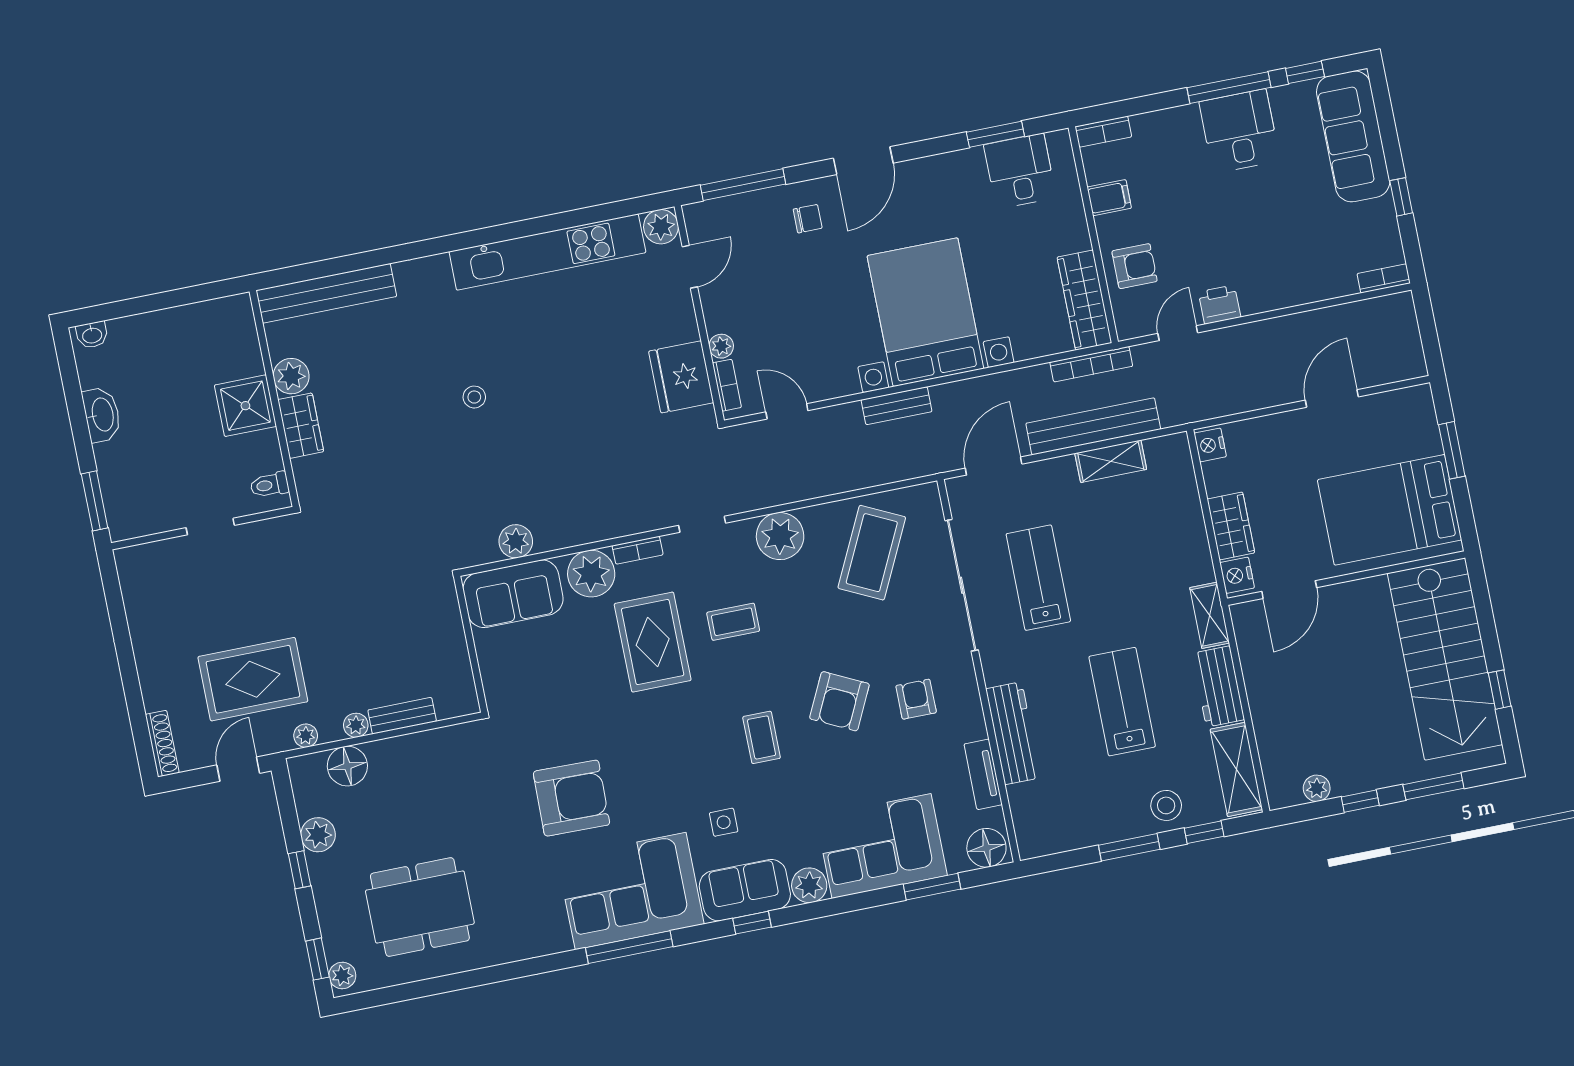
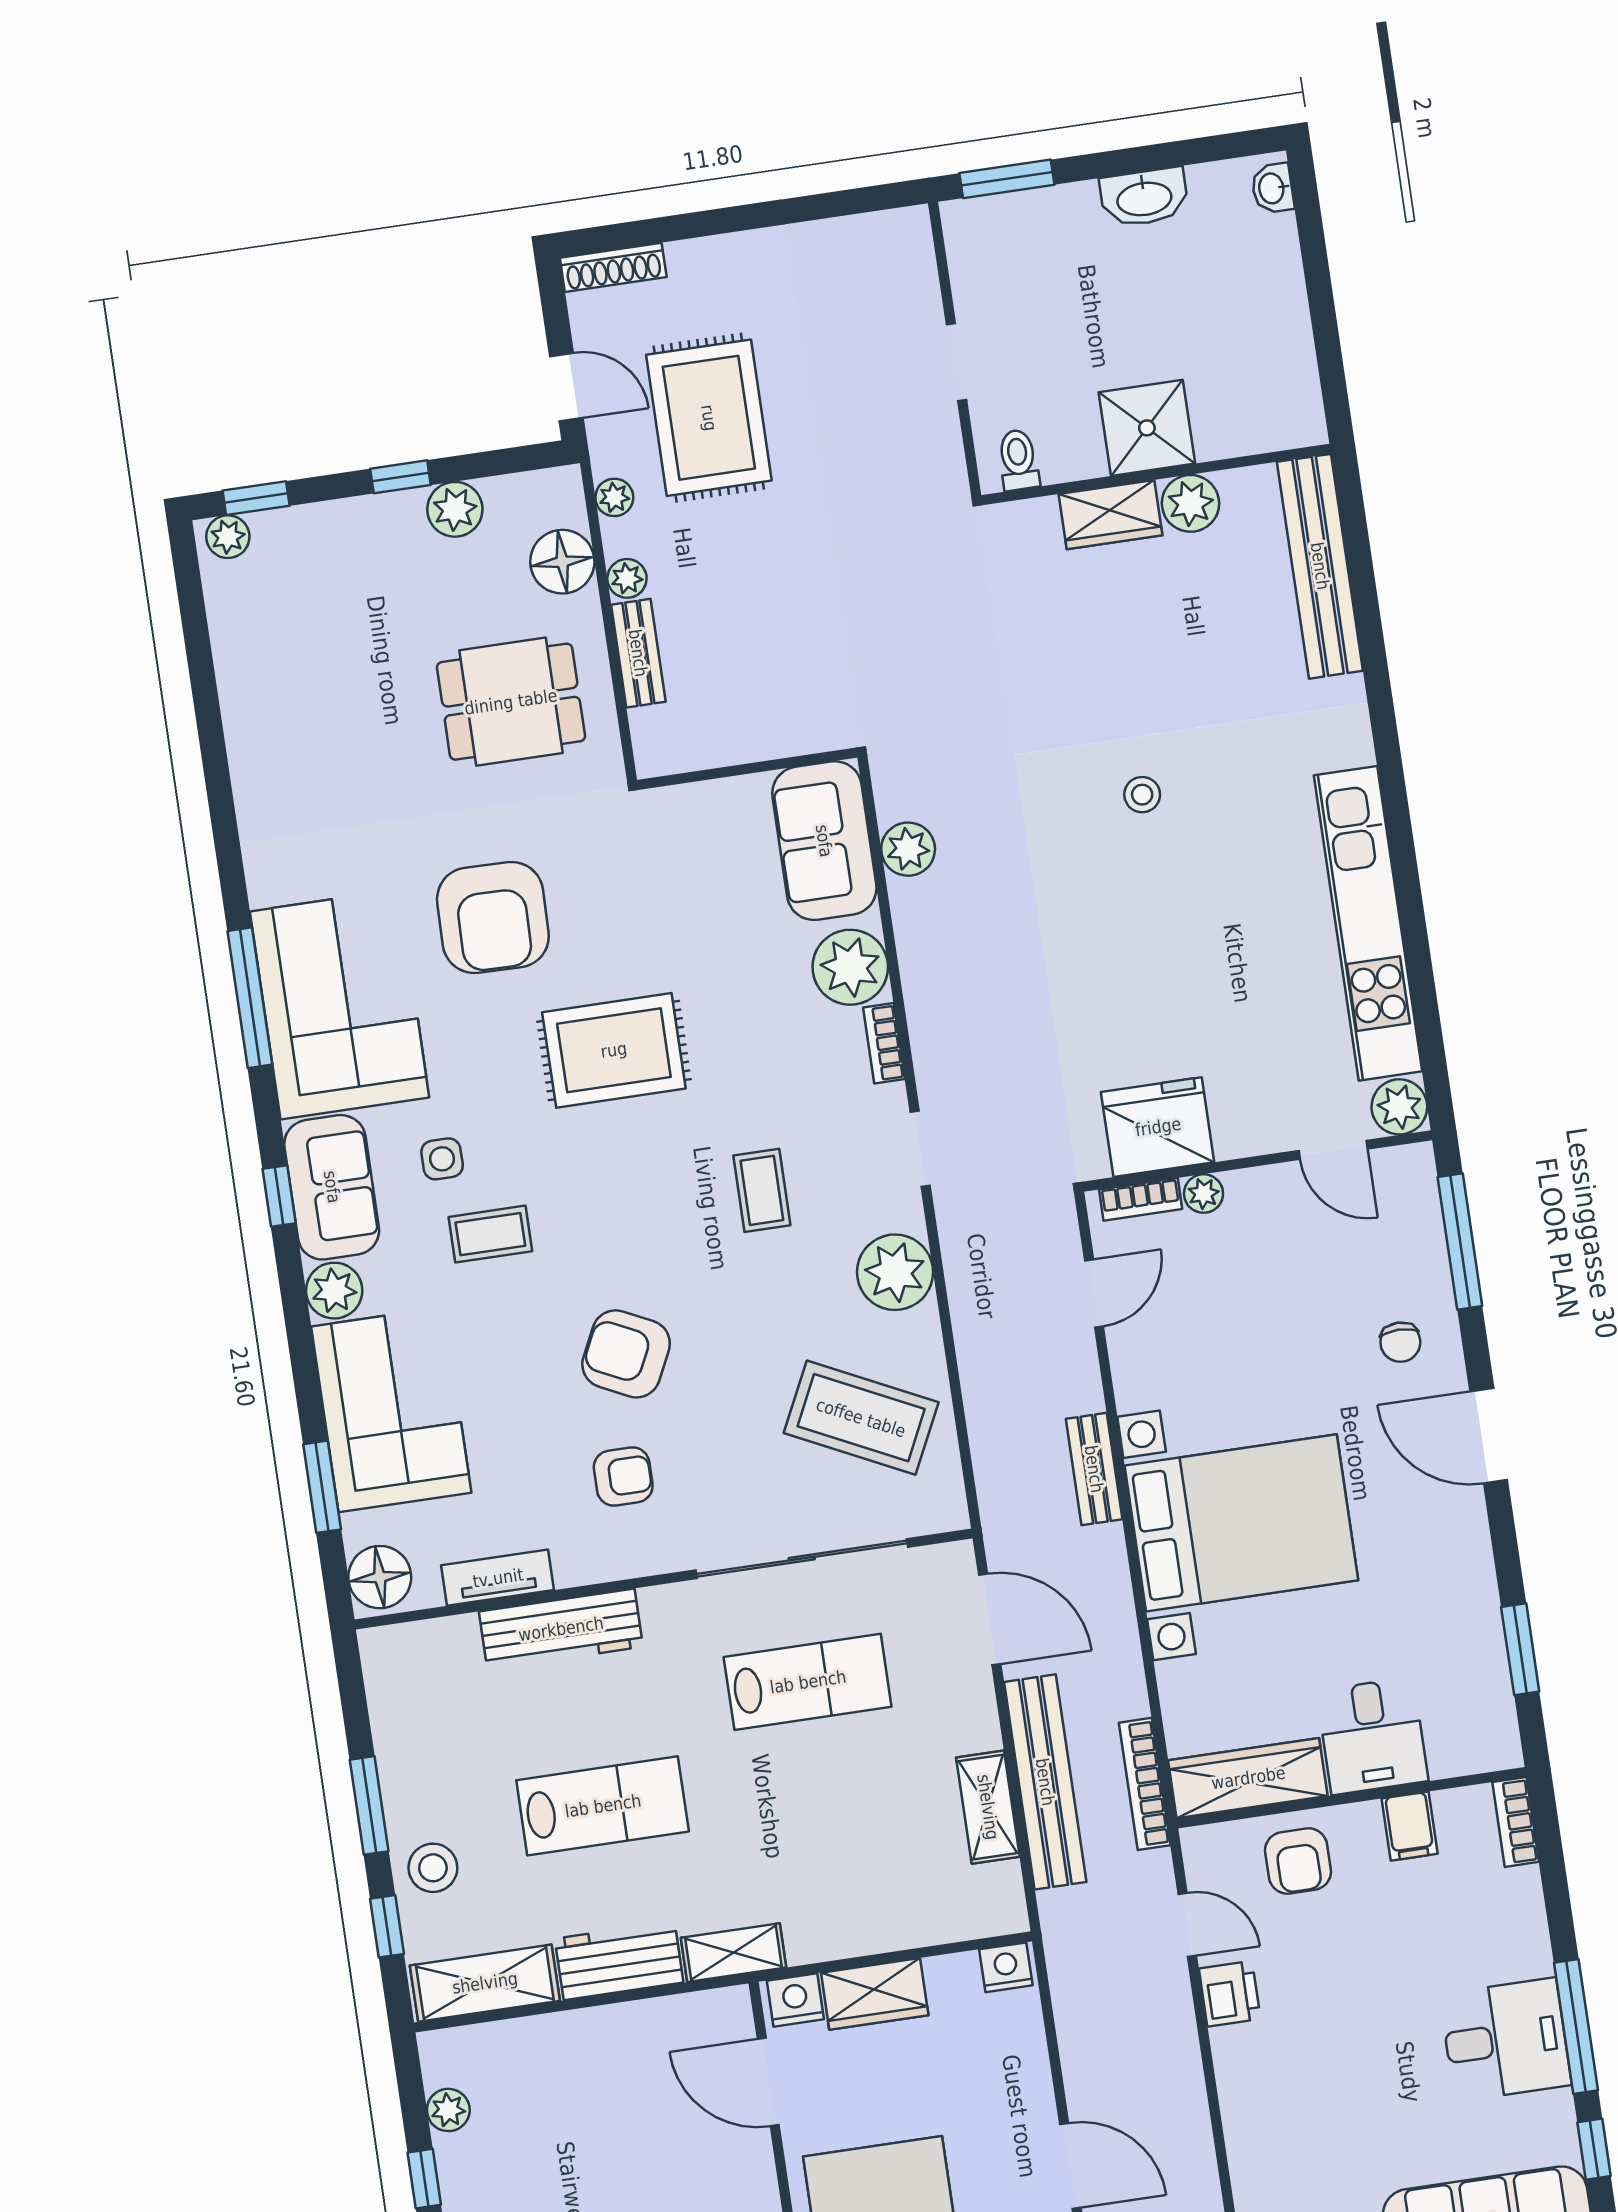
desk: (1020, 171) -> (1372, 1736), moved, turned 90
rug: (653, 642) -> (614, 1050), moved
coffee table: (762, 737) -> (490, 1234), moved
dining table: (420, 907) -> (511, 702), moved, width x0.73

